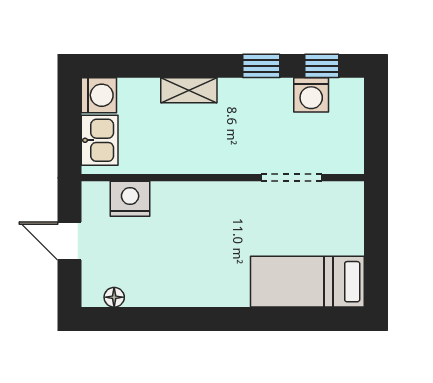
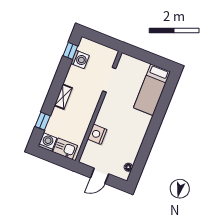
window: (261, 66) -> (43, 121), moved
shelving: (189, 90) -> (63, 97), moved
nightstand: (130, 199) -> (97, 134), moved

